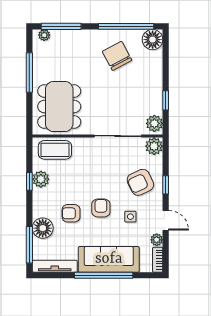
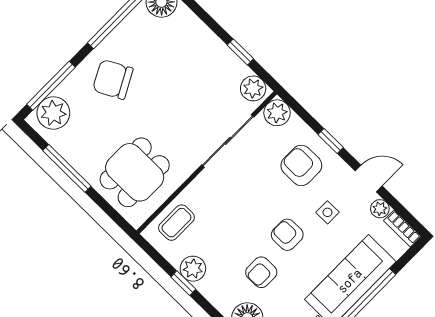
plant: (44, 35) -> (53, 113), width x1.87, depth x1.87
chair: (117, 56) -> (113, 79), moved
dining table: (59, 107) -> (135, 172), width x0.73
coffee table: (55, 150) -> (176, 223), width x0.73, depth x0.77
armchair: (140, 182) -> (301, 165), turned 115

